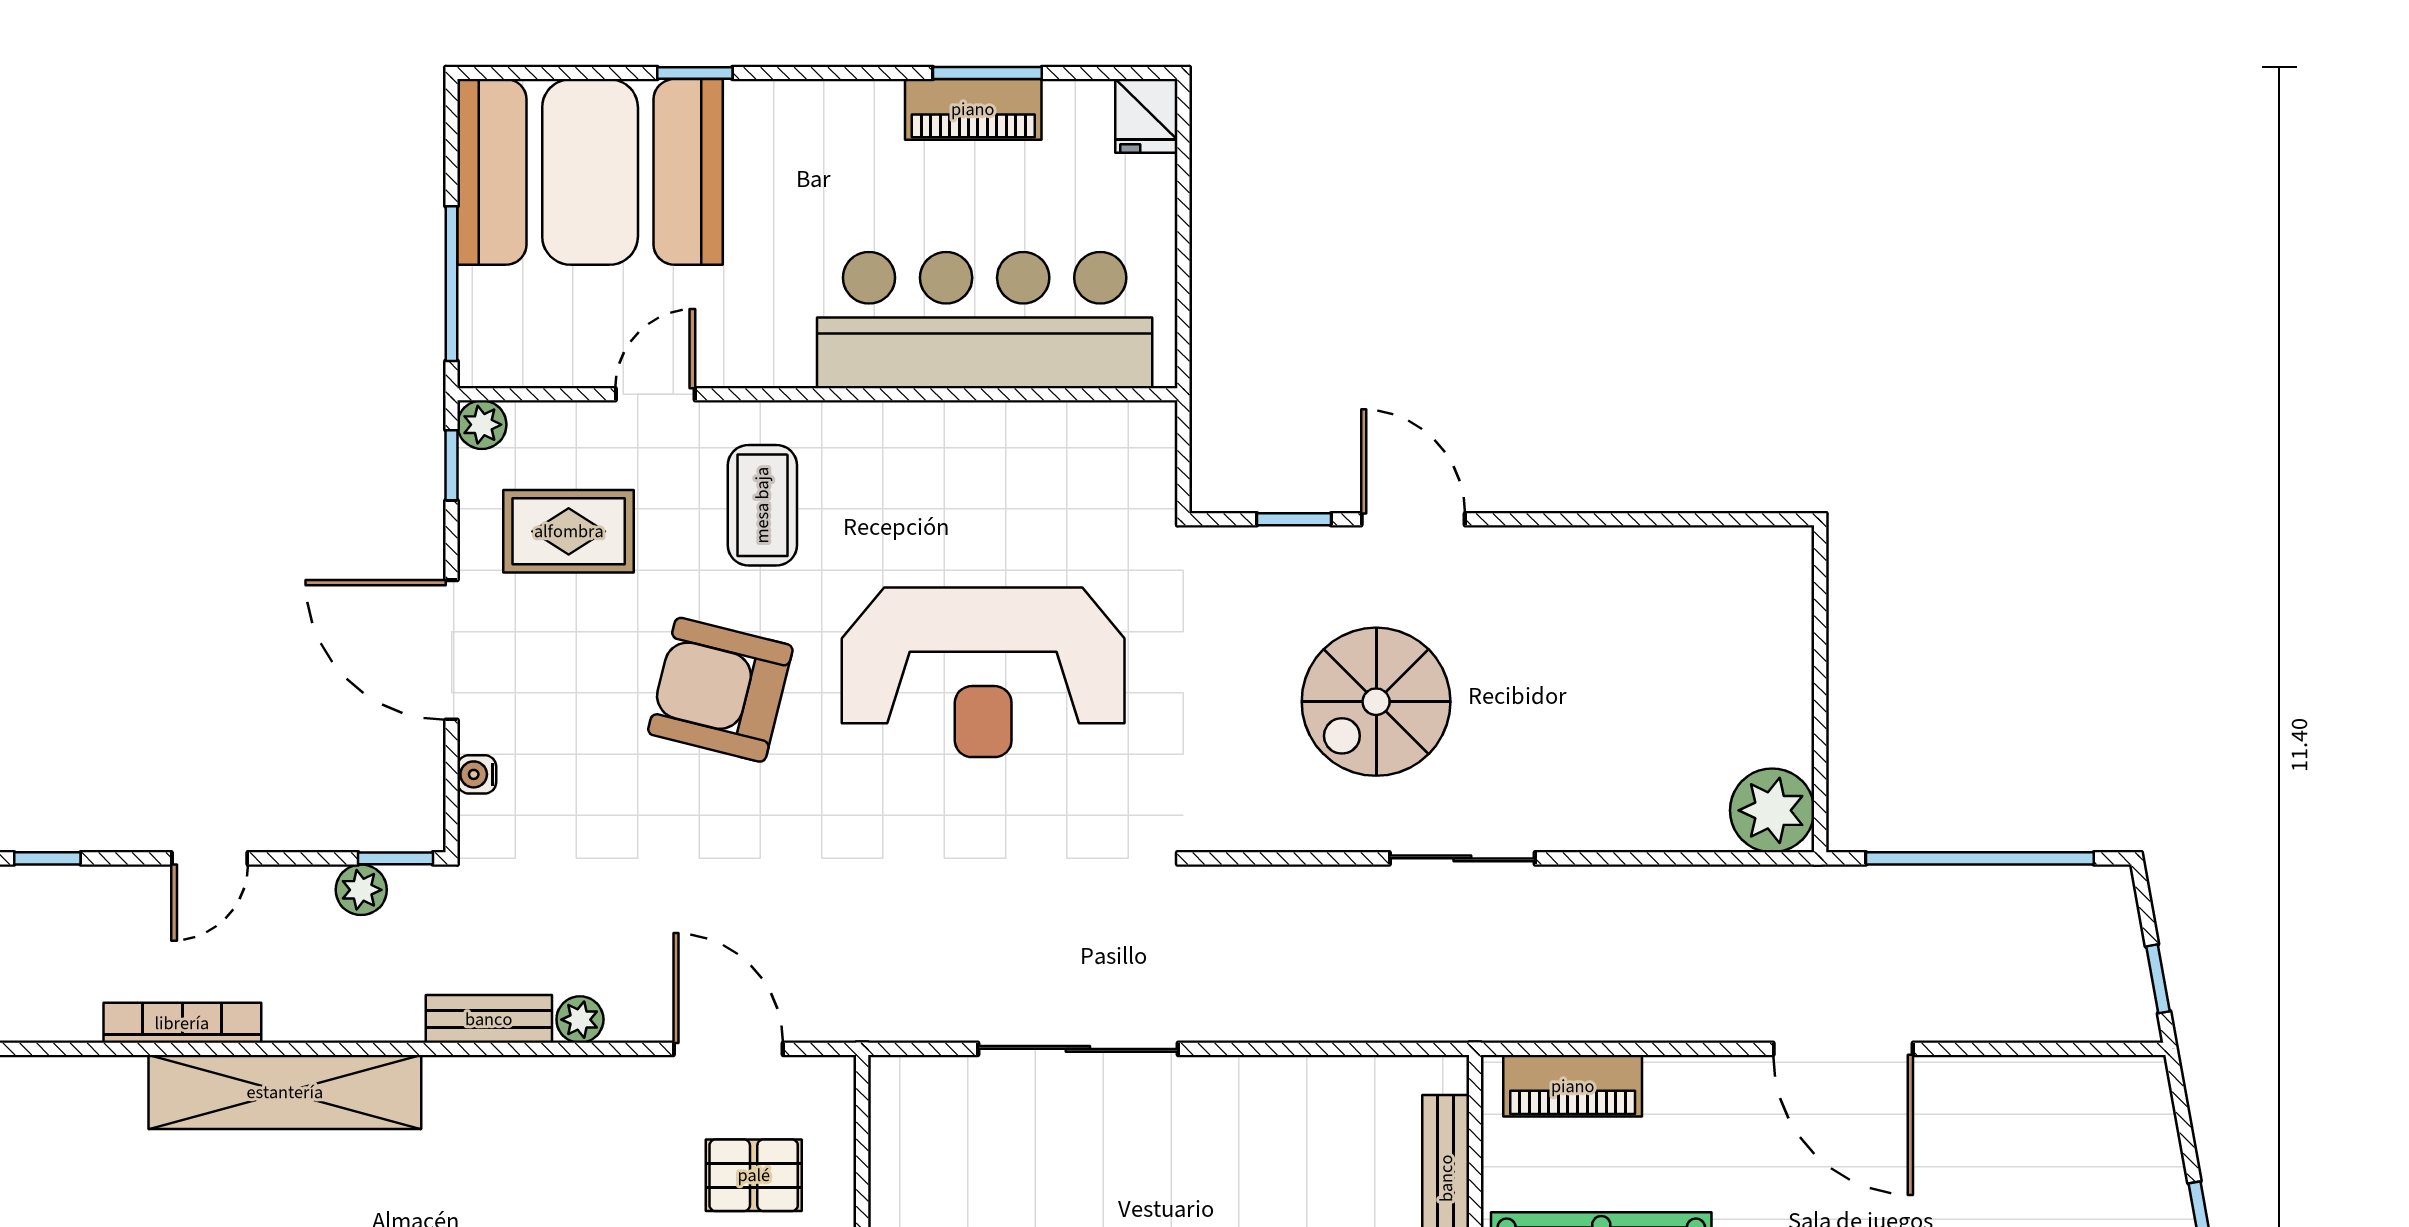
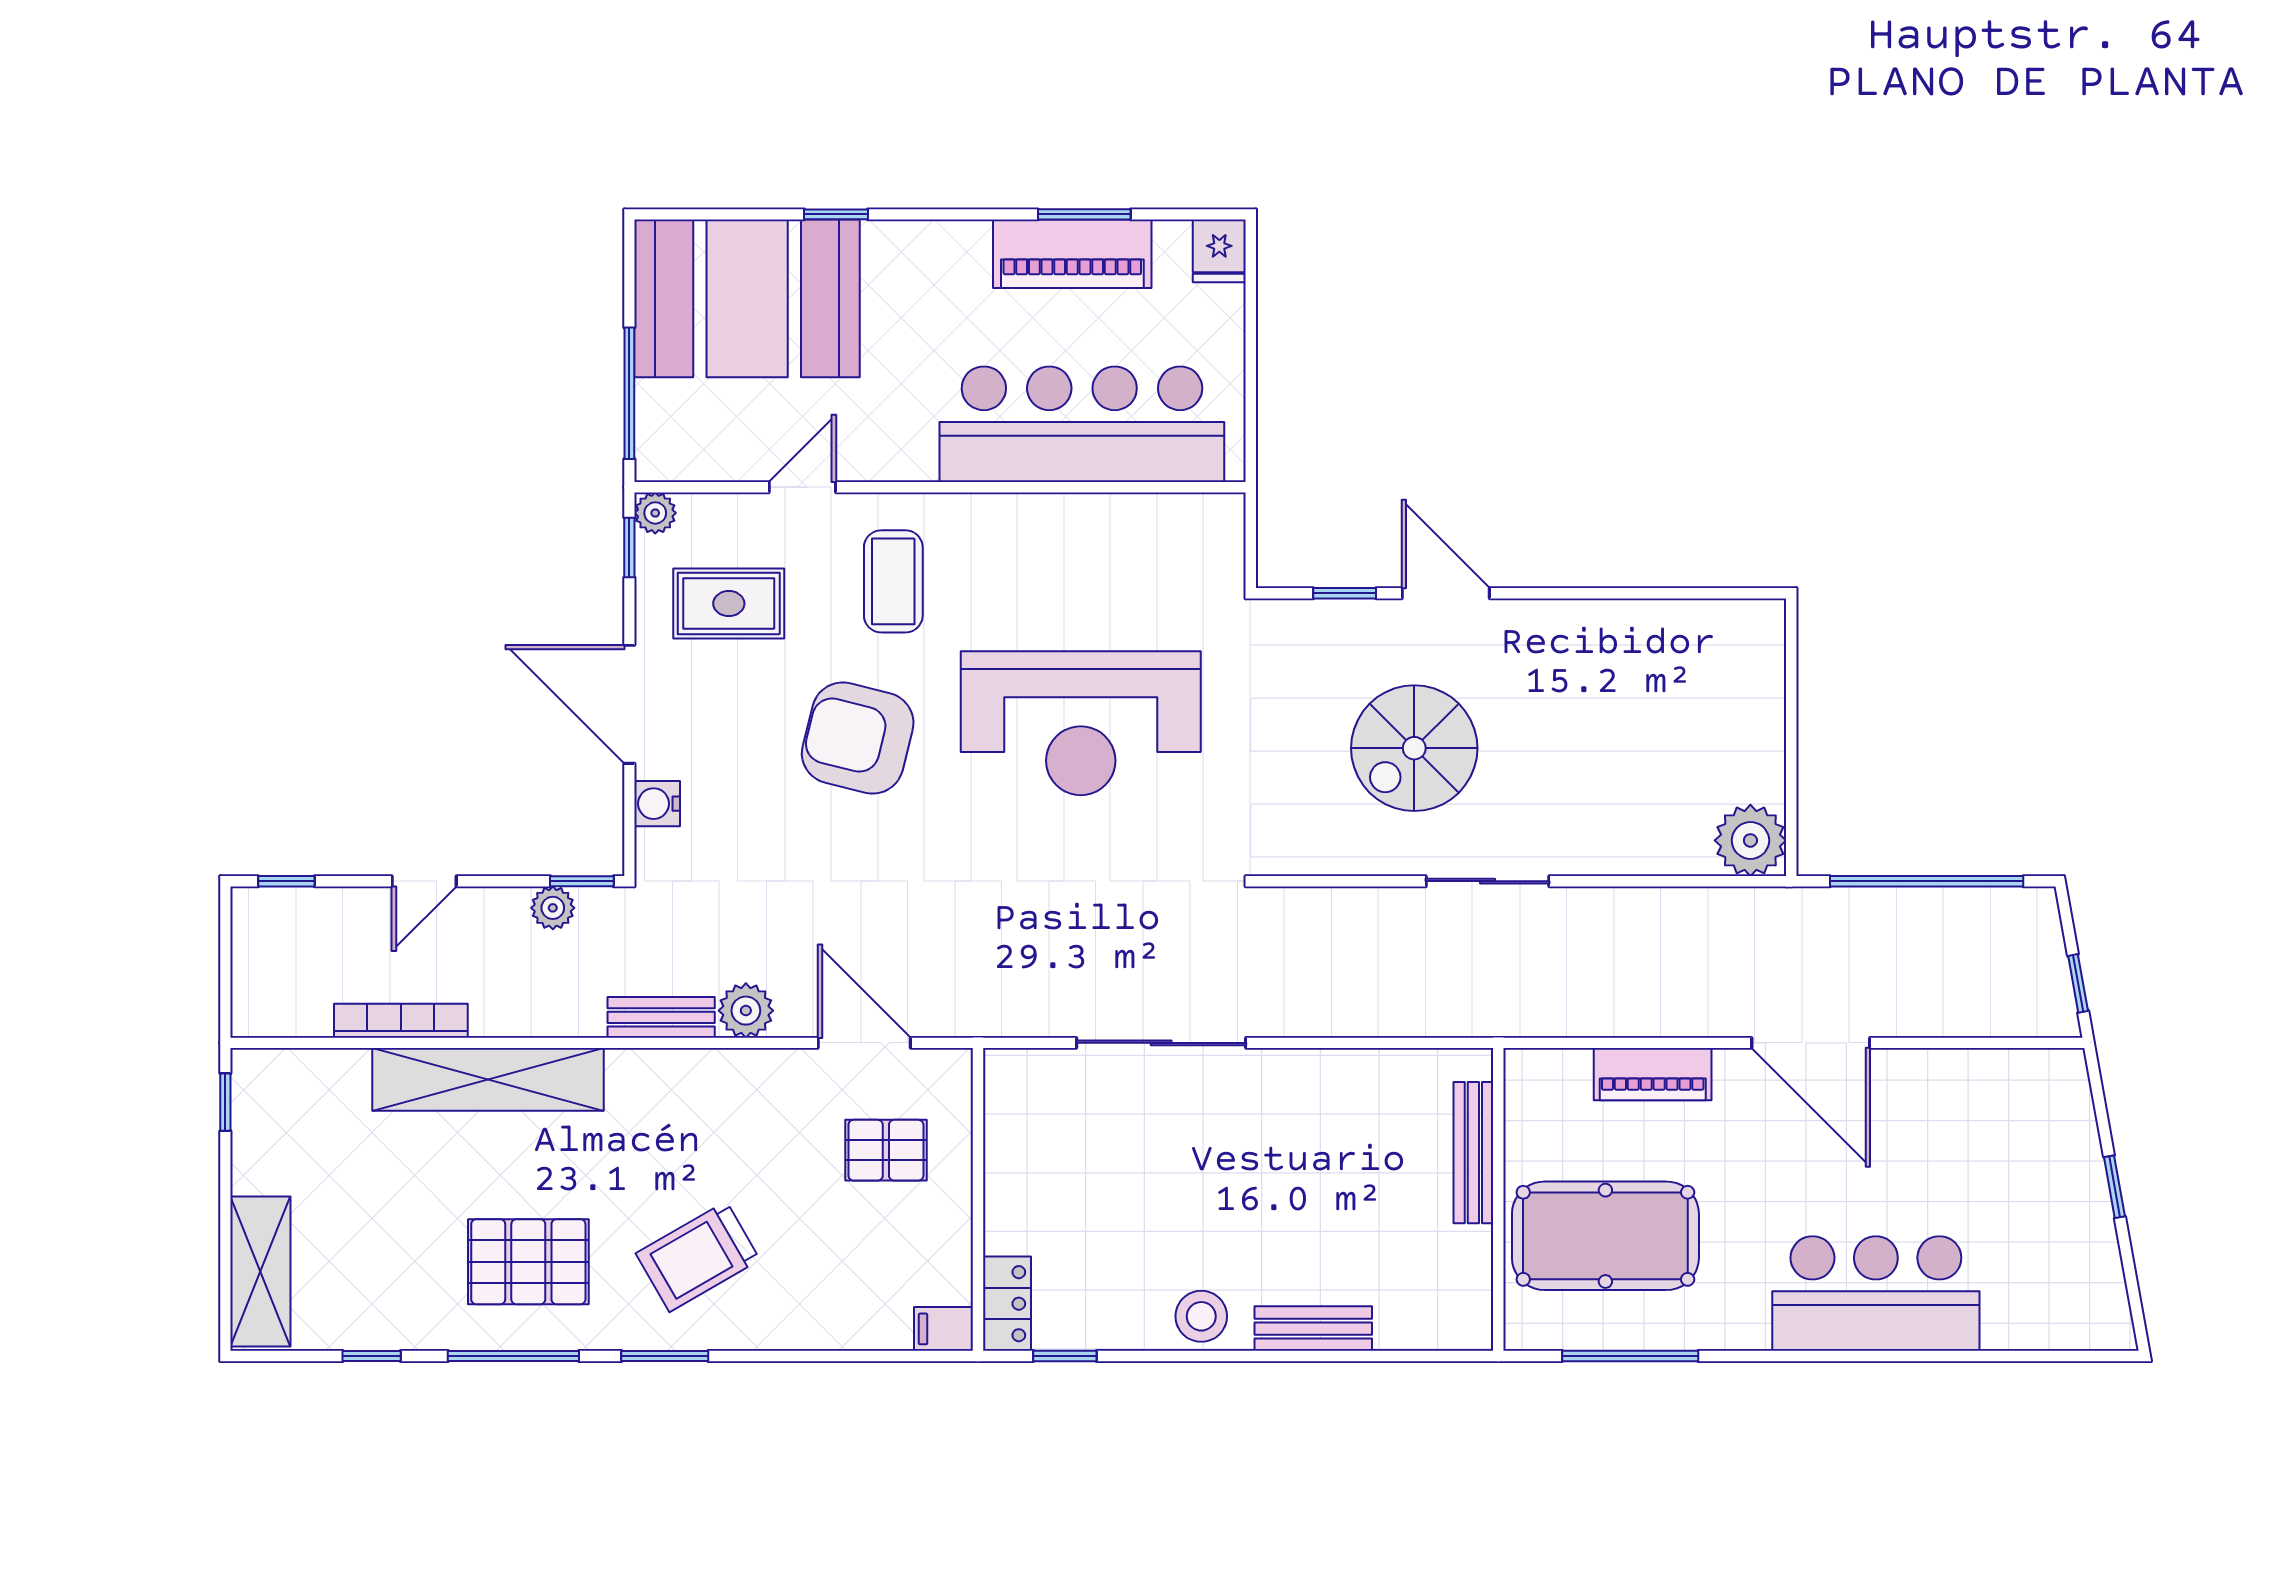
piano: (973, 109) -> (1072, 254), width x1.37, depth x1.33
water cooler: (477, 774) -> (657, 804), width x1.38, depth x1.38
plant: (580, 1020) -> (746, 1011), width x1.38, depth x1.38
piano: (1573, 1086) -> (1653, 1074), moved

